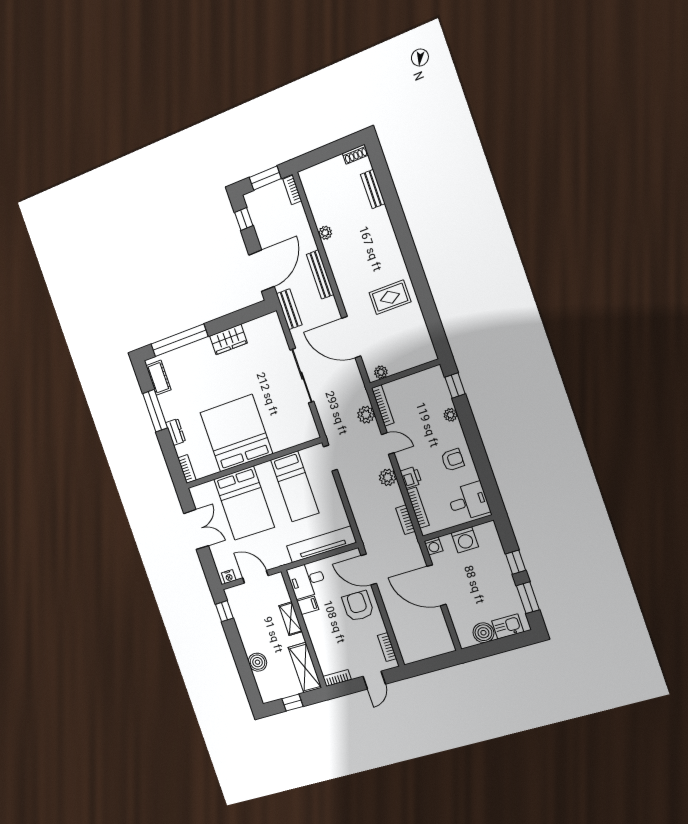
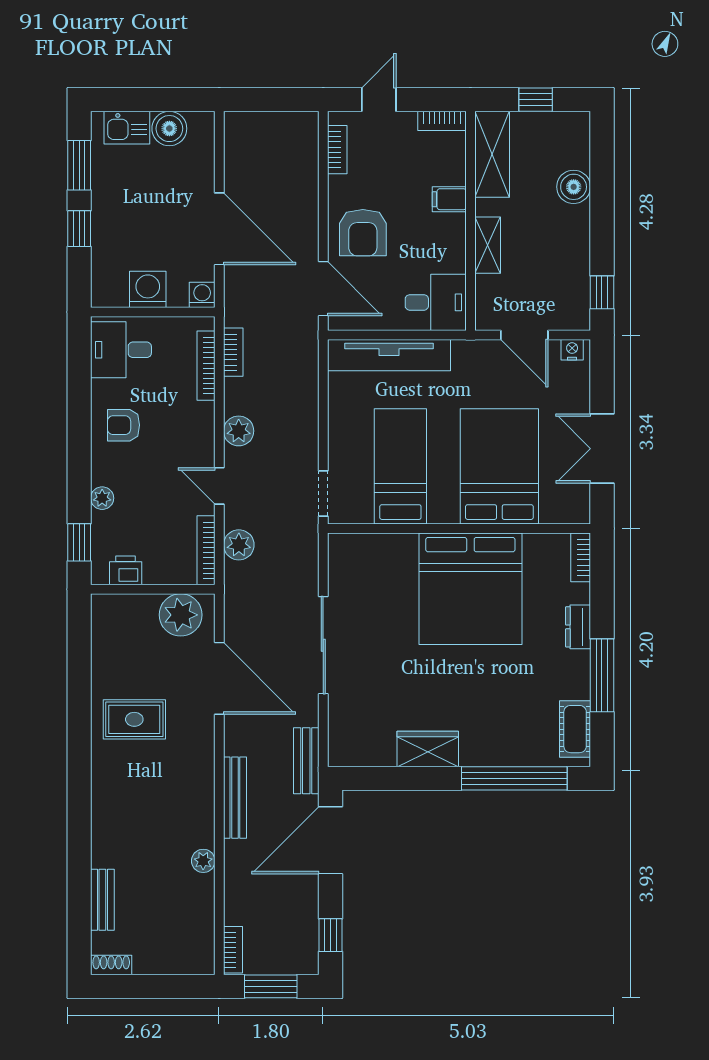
plant: (381, 372) -> (181, 615), width x1.88, depth x1.88
printer: (411, 477) -> (126, 570), moved, turned 90
filing cabinet: (308, 605) -> (449, 199), moved

